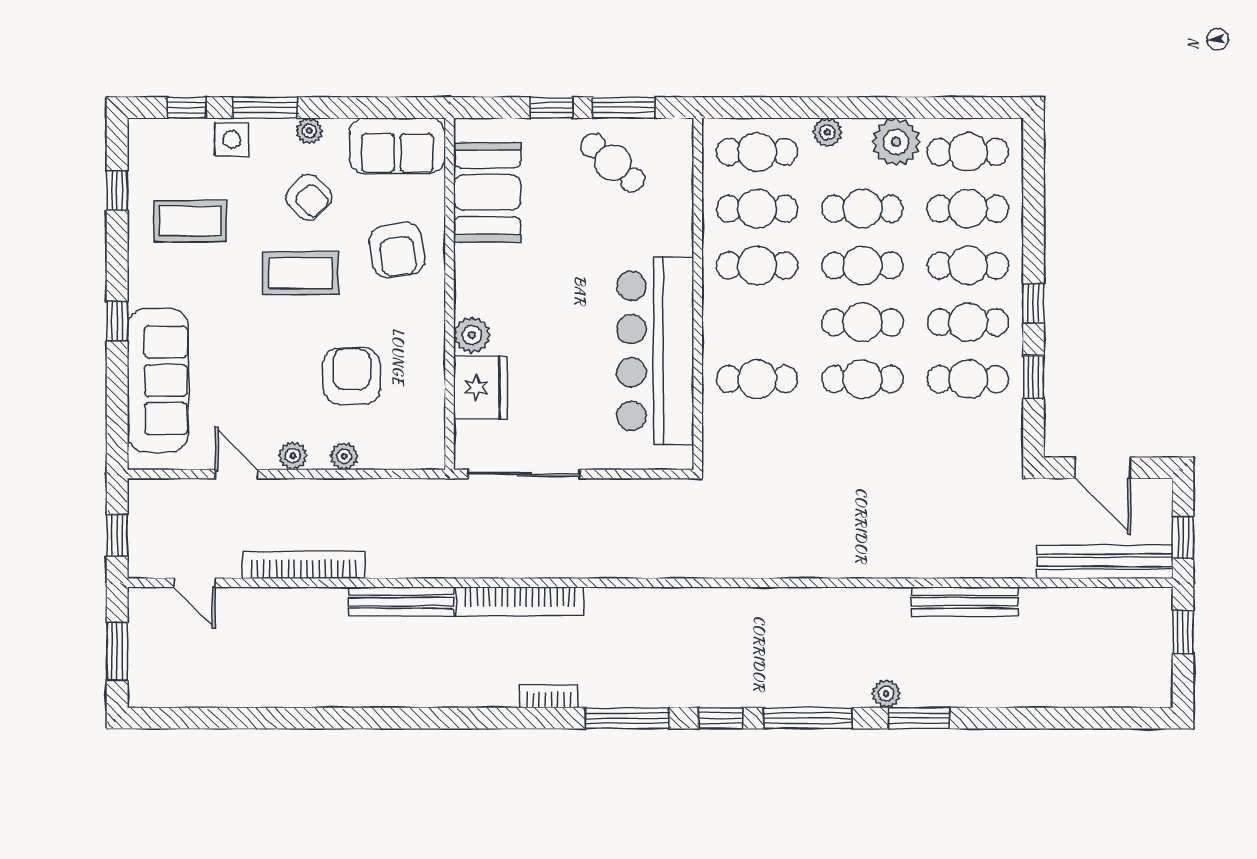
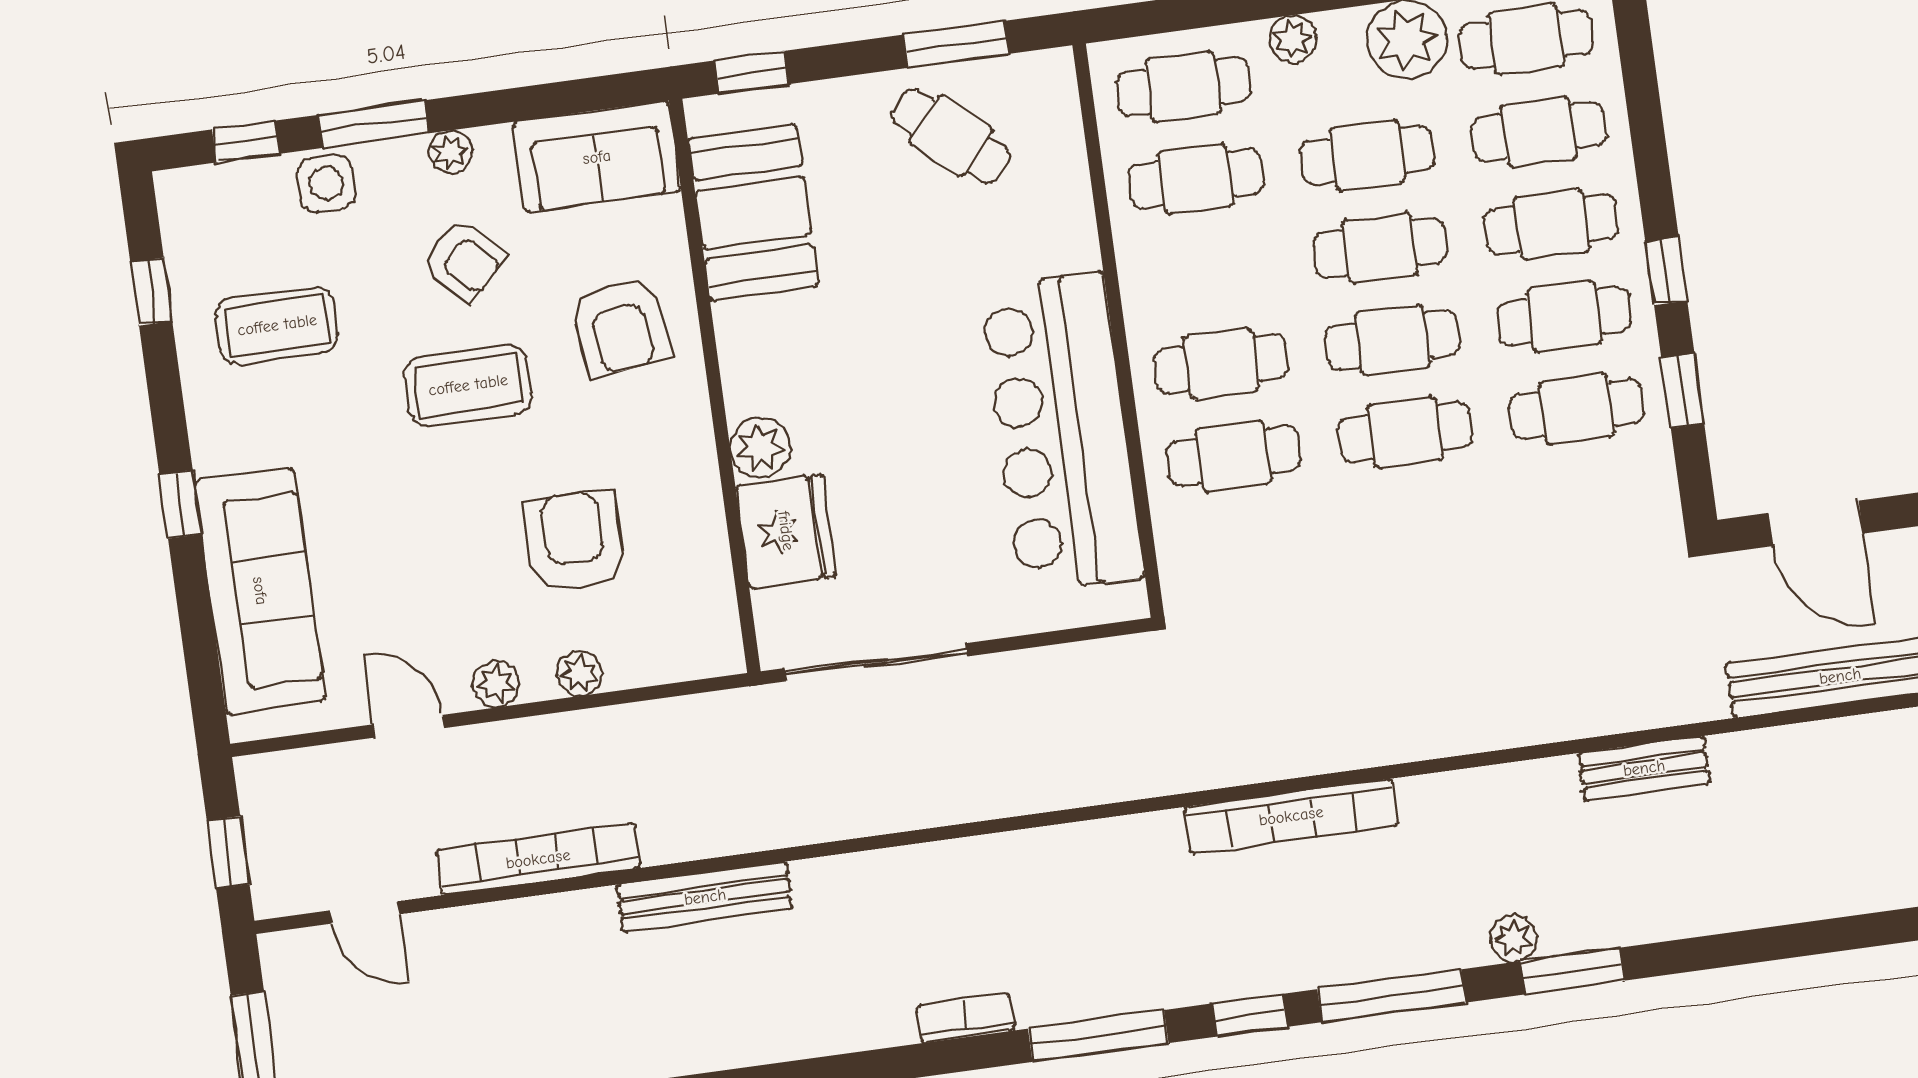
window: (552, 108) -> (752, 72), moved
cafe table: (757, 265) -> (1221, 364), moved
bookcase: (520, 601) -> (1291, 816), moved
bench: (965, 602) -> (1644, 768), width x0.73

